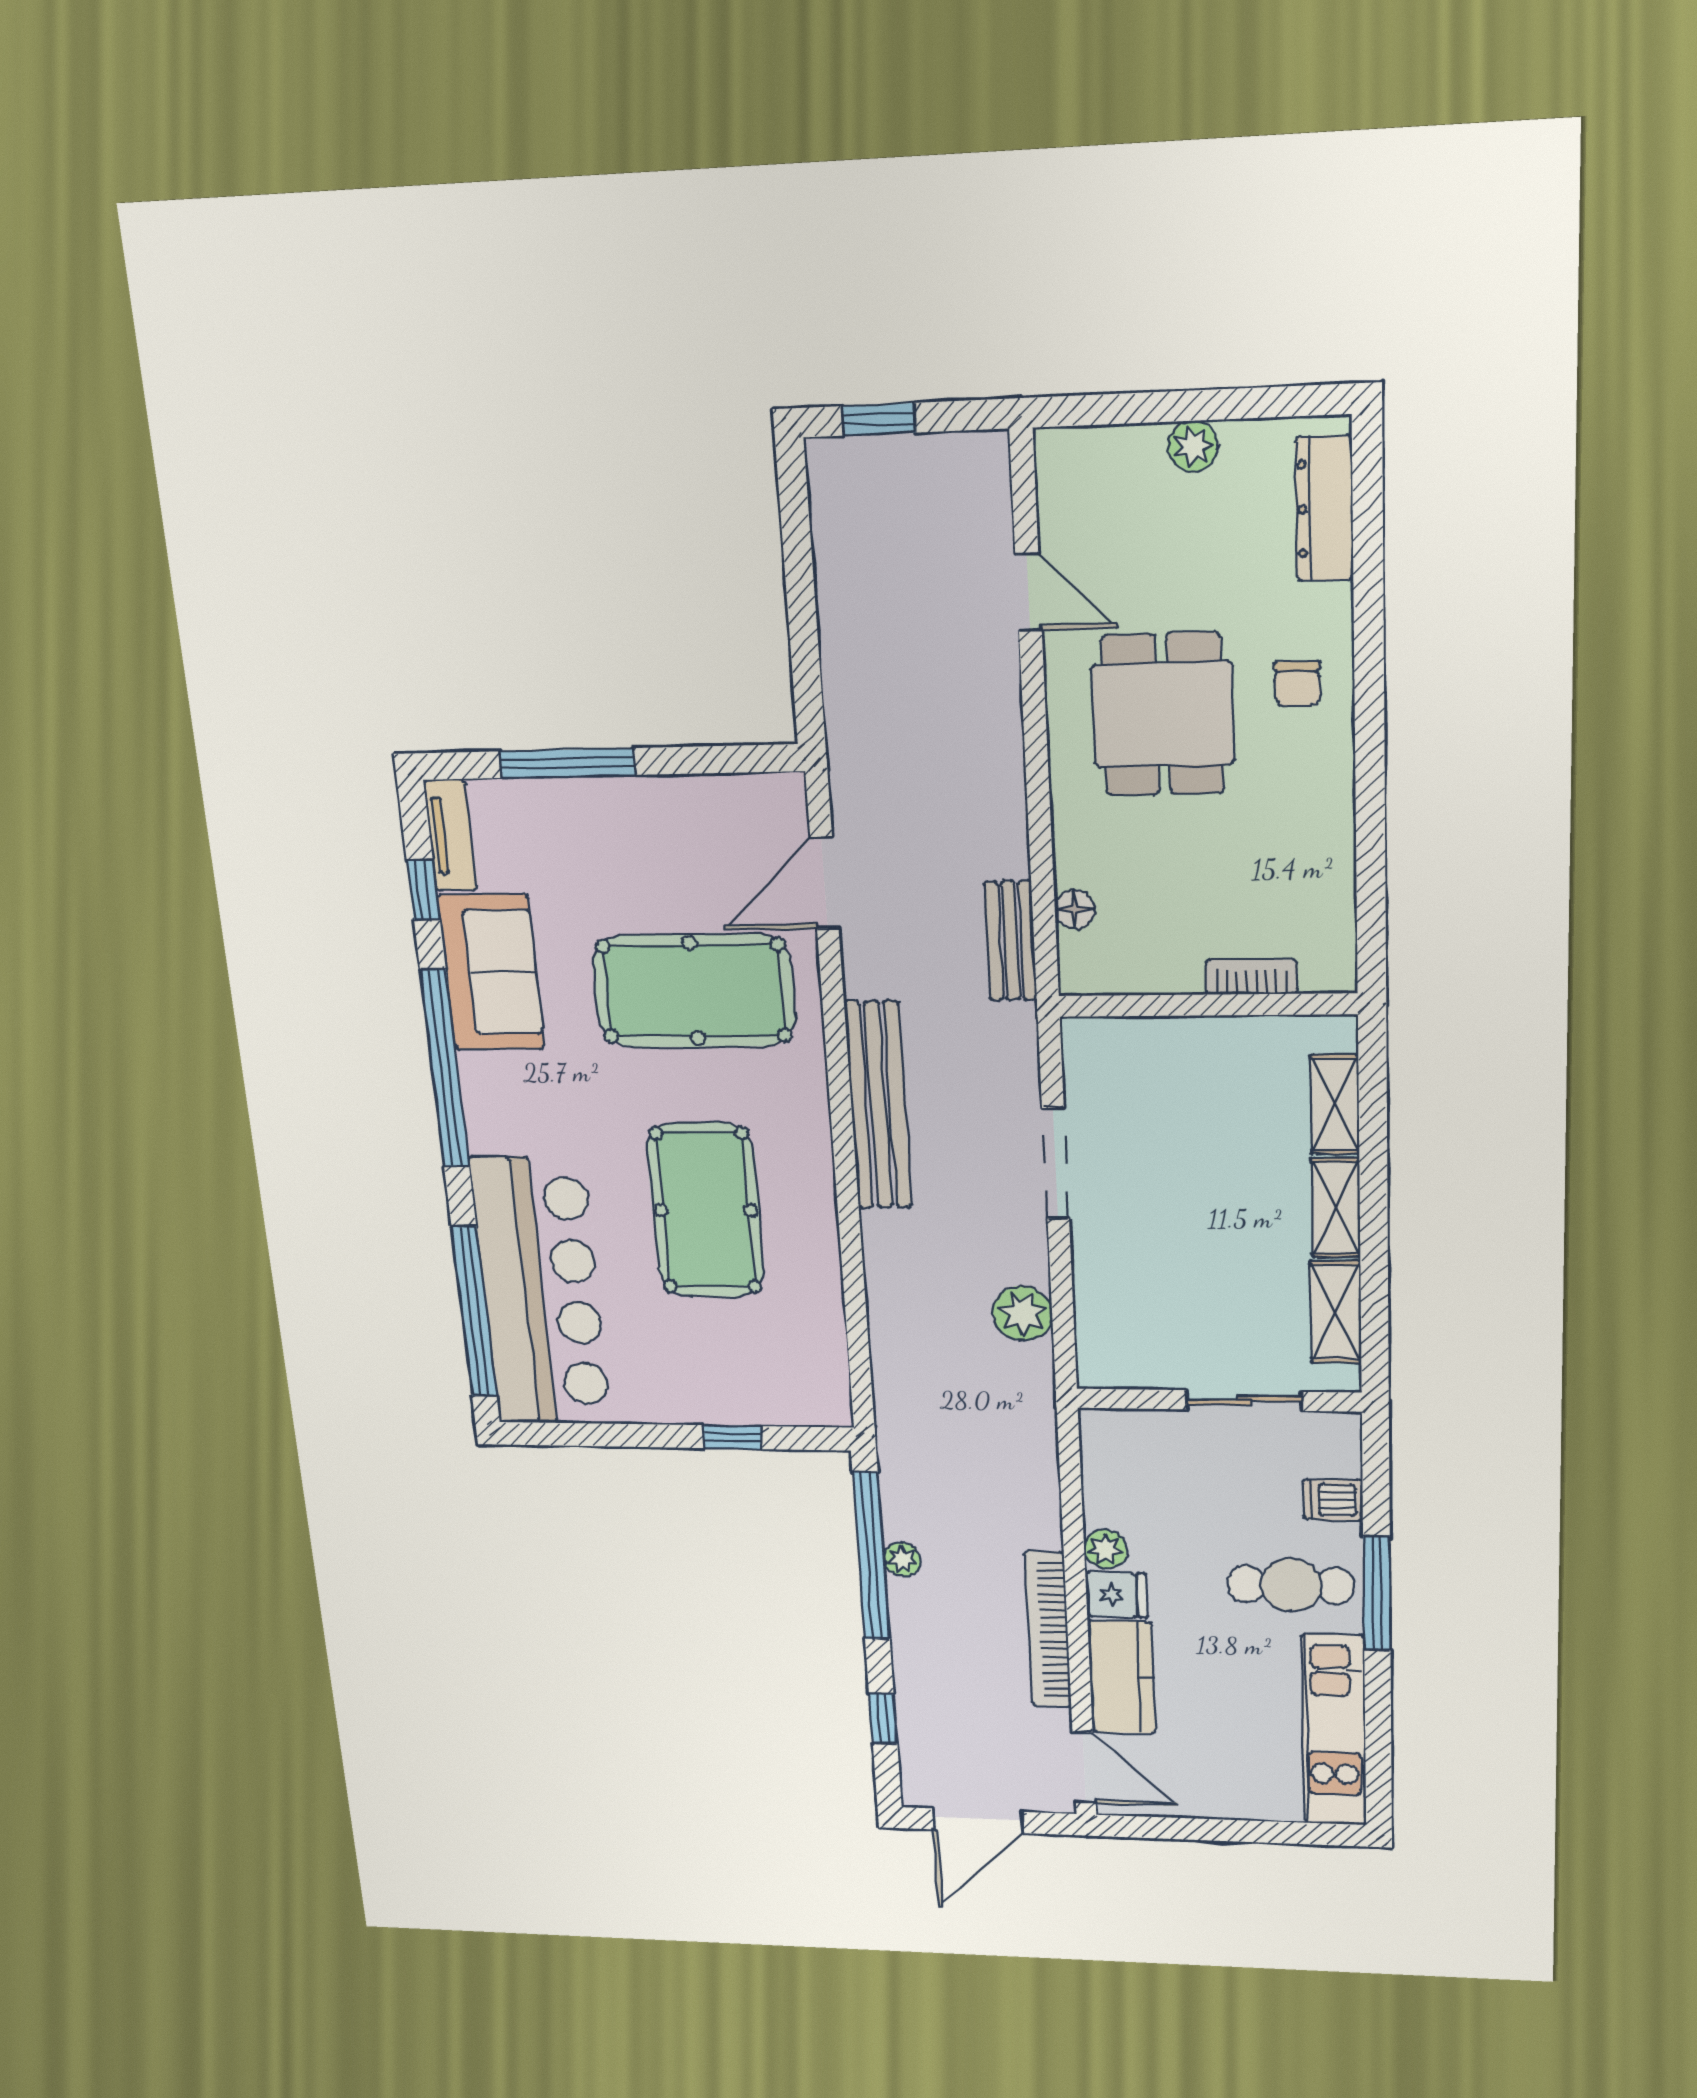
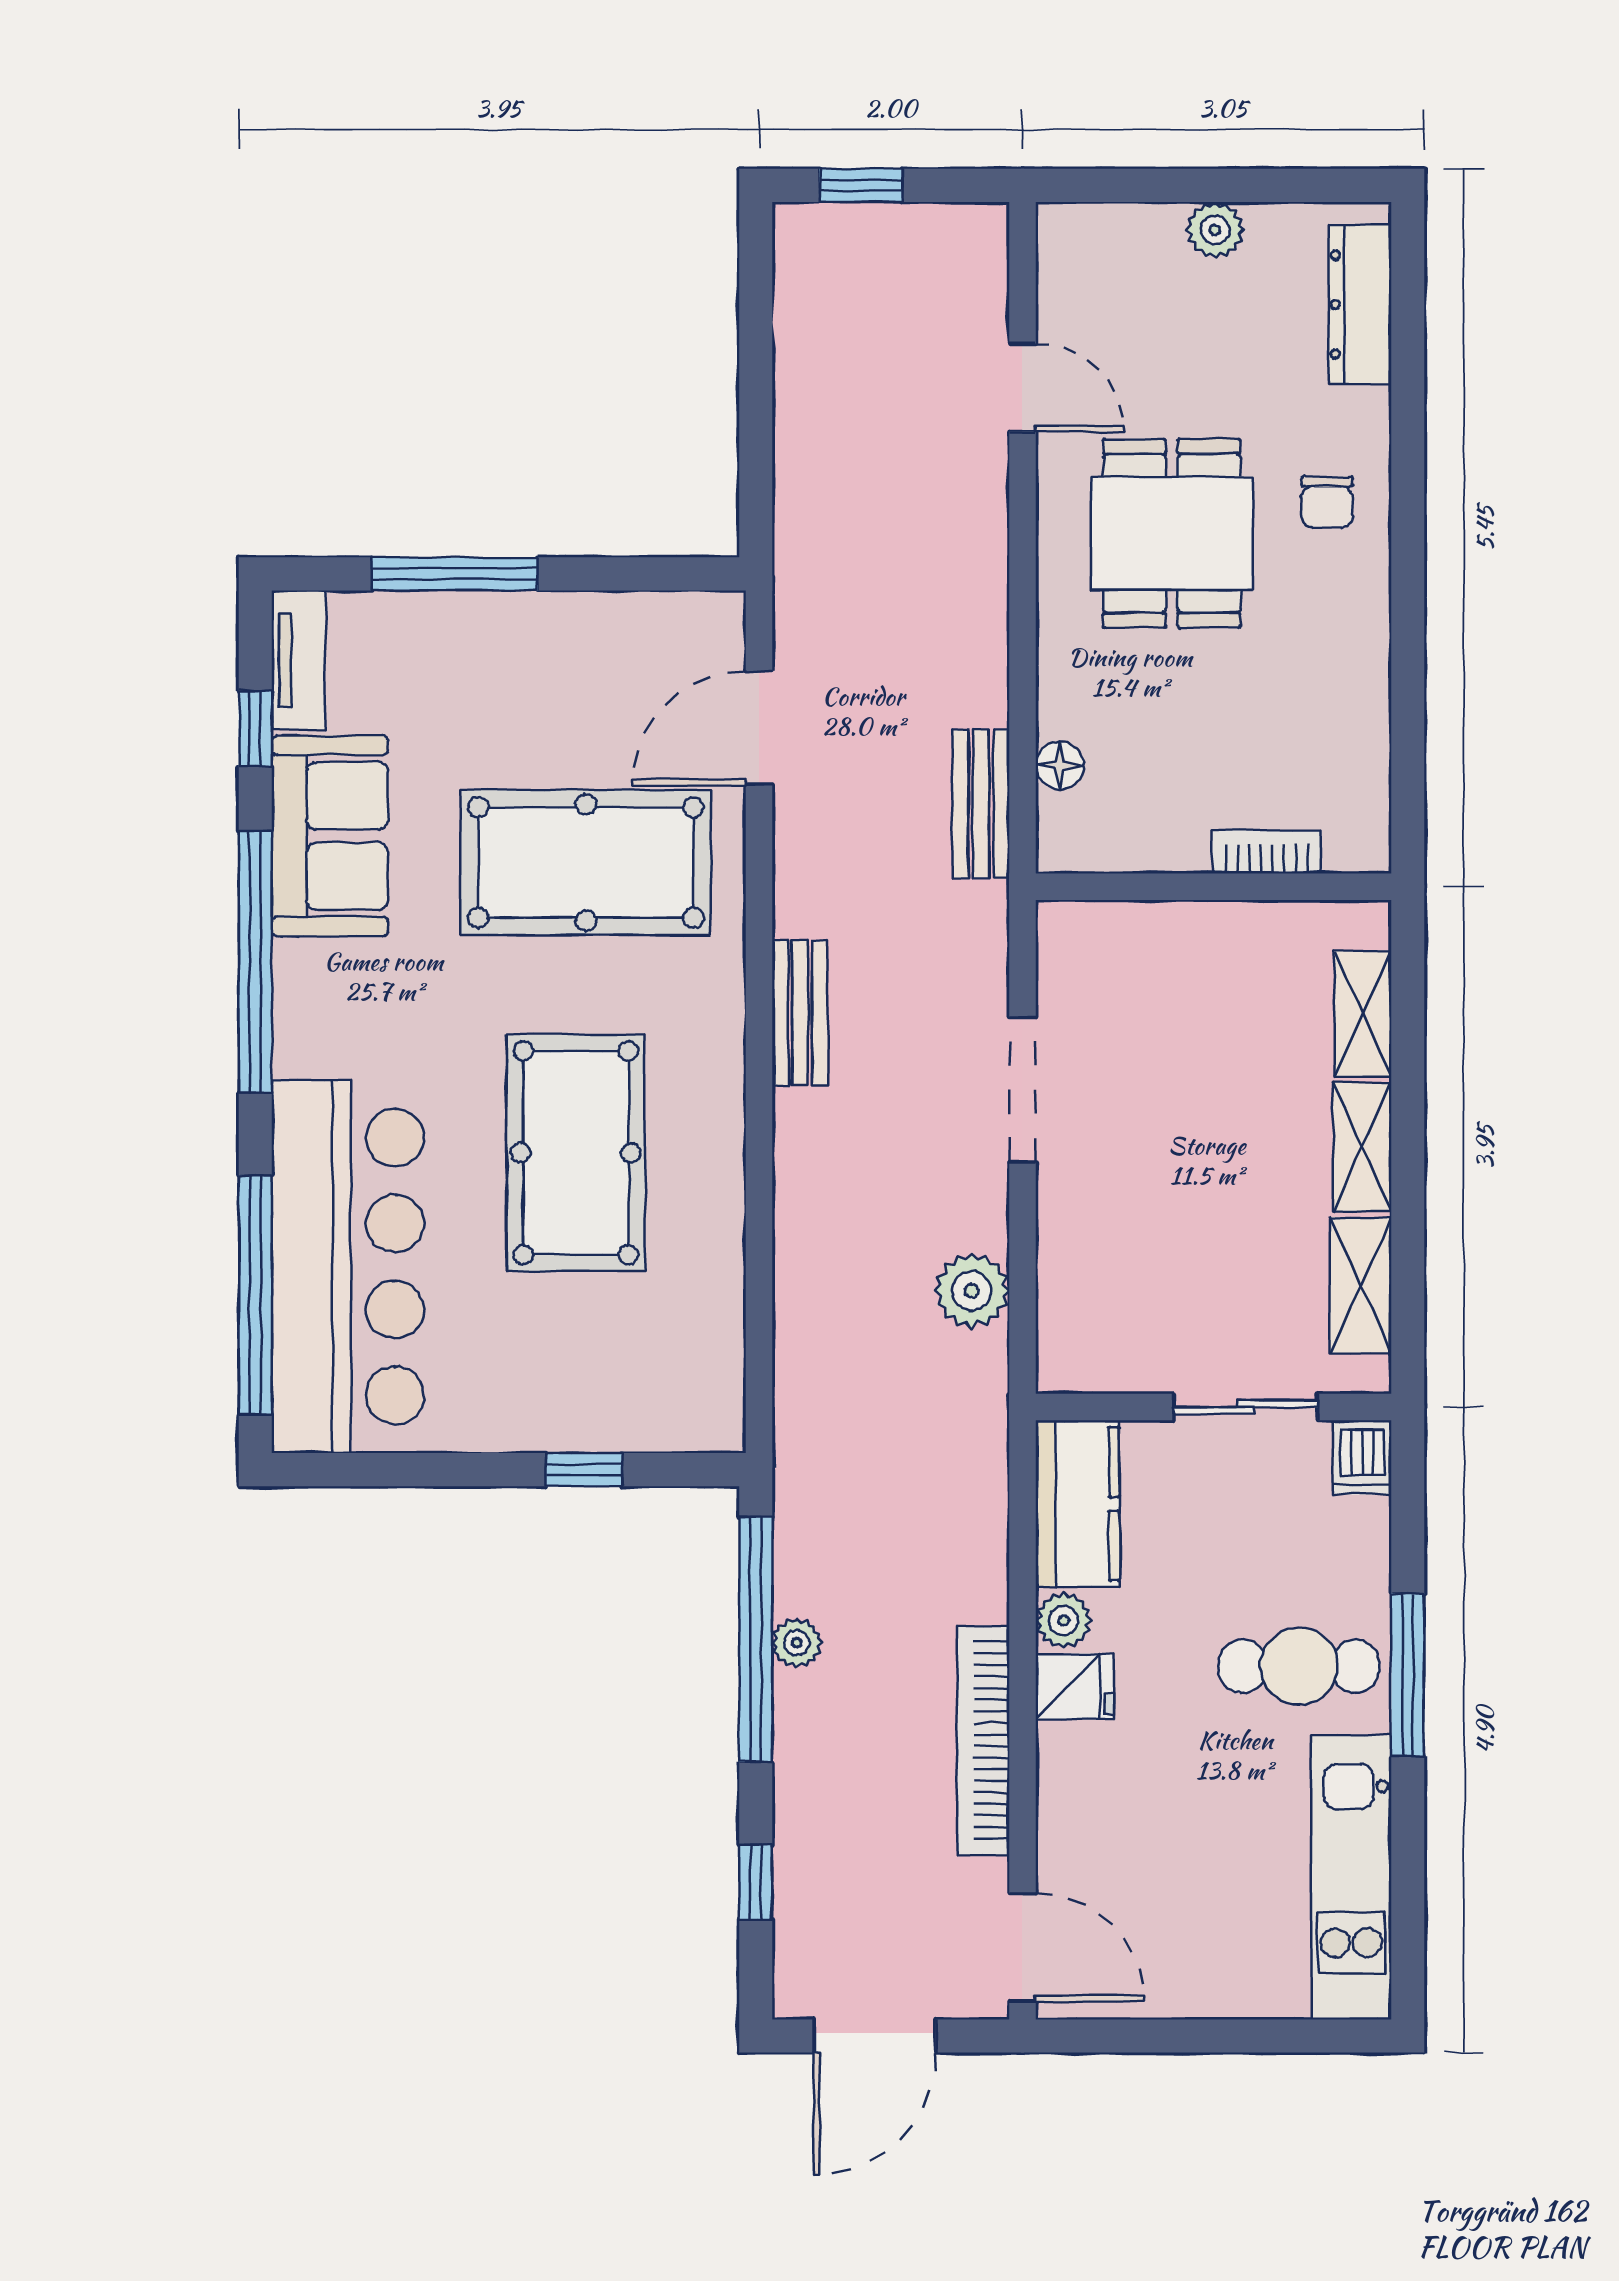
bench: (878, 1105) -> (800, 1013), width x0.54, depth x0.82
dishwasher: (1333, 1500) -> (1362, 1457), moved, turned -90
kitchen counter: (1122, 1677) -> (1077, 1504), moved

